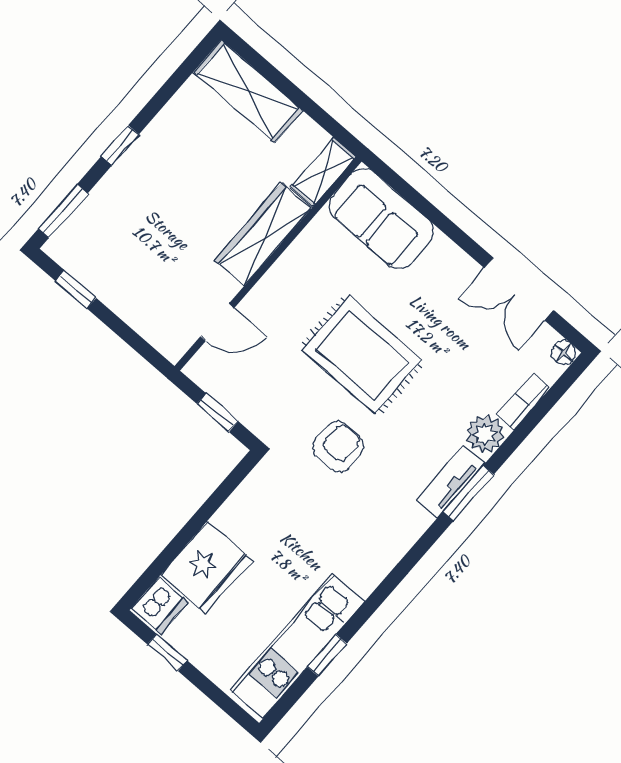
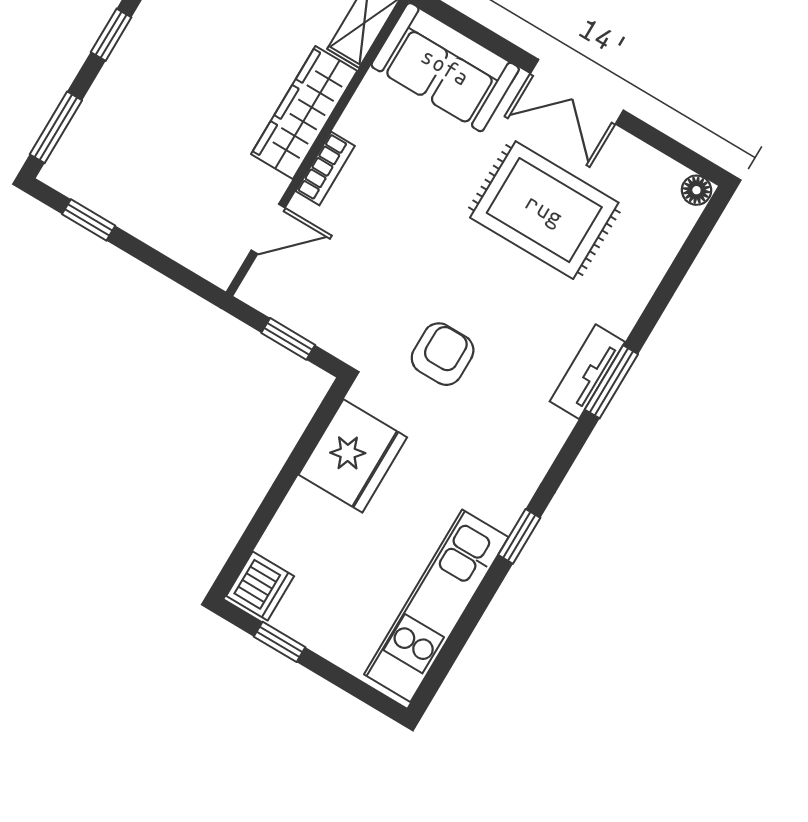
double door: (519, 289) -> (577, 92), moved
rug: (362, 355) -> (544, 210), moved
bookcase: (524, 402) -> (325, 169), moved, turned 180
plant: (485, 434) -> (619, 306), removed
fridge: (206, 567) -> (353, 456), moved
window: (327, 655) -> (519, 536), moved

